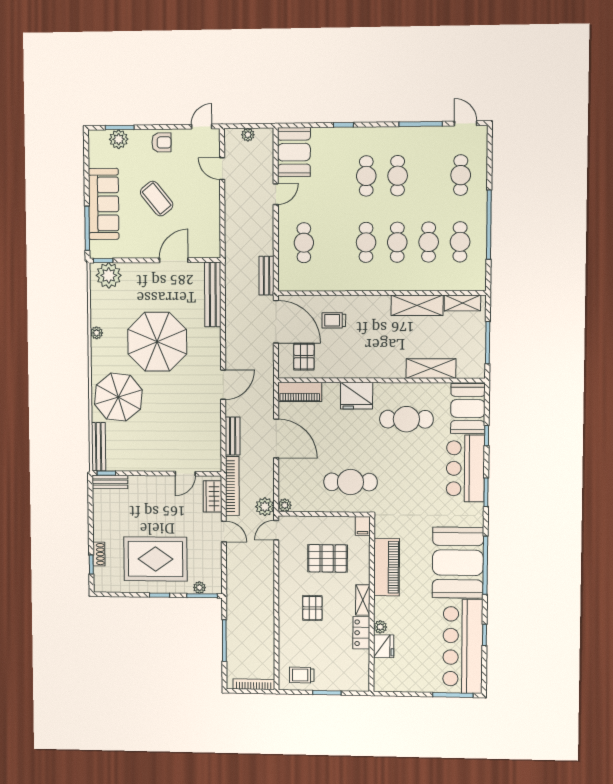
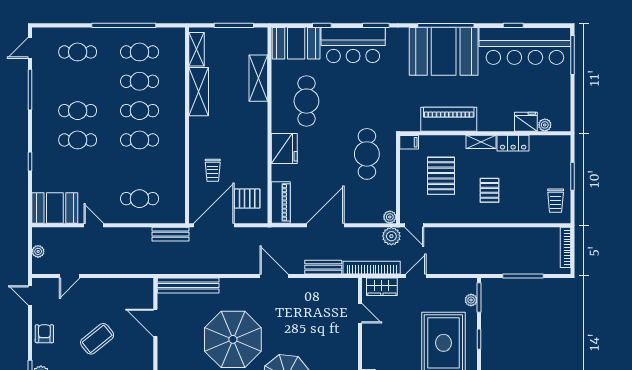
pallet: (312, 608) -> (489, 190), turned 90
plant: (380, 627) -> (545, 125), moved

